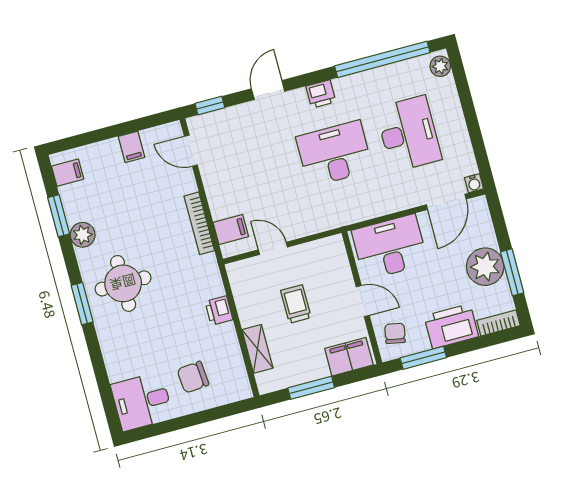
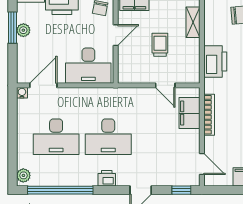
desk: (409, 134) -> (56, 137), turned -90
filing cabinet: (231, 229) -> (189, 113), width x2.00
plant: (485, 267) -> (23, 30), width x0.53, depth x0.53
door: (363, 301) -> (116, 35), swing flipped
trolley: (296, 304) -> (160, 45), turned 180
printer: (219, 311) -> (215, 62), width x1.87, depth x1.48

